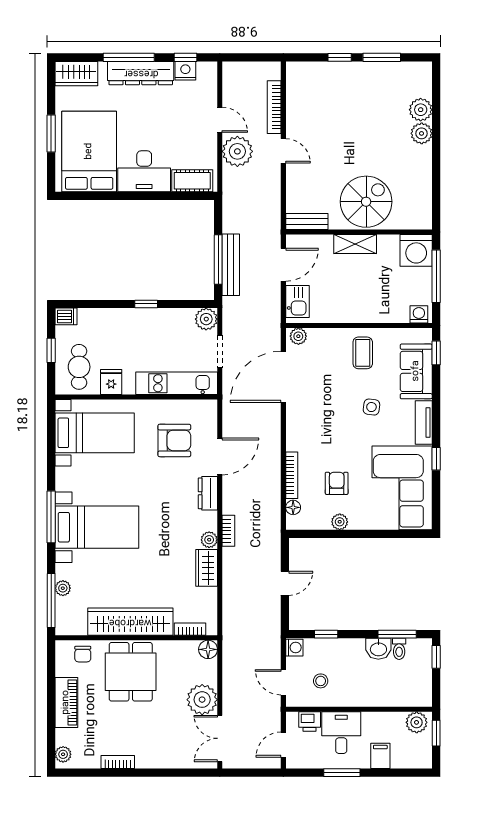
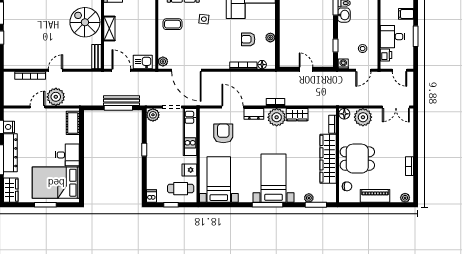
desk: (144, 171) -> (67, 155), width x0.73
plant: (209, 540) -> (277, 117), width x1.87, depth x1.87
window: (51, 600) -> (316, 205), width x0.69
plant: (202, 700) -> (363, 117), moved

